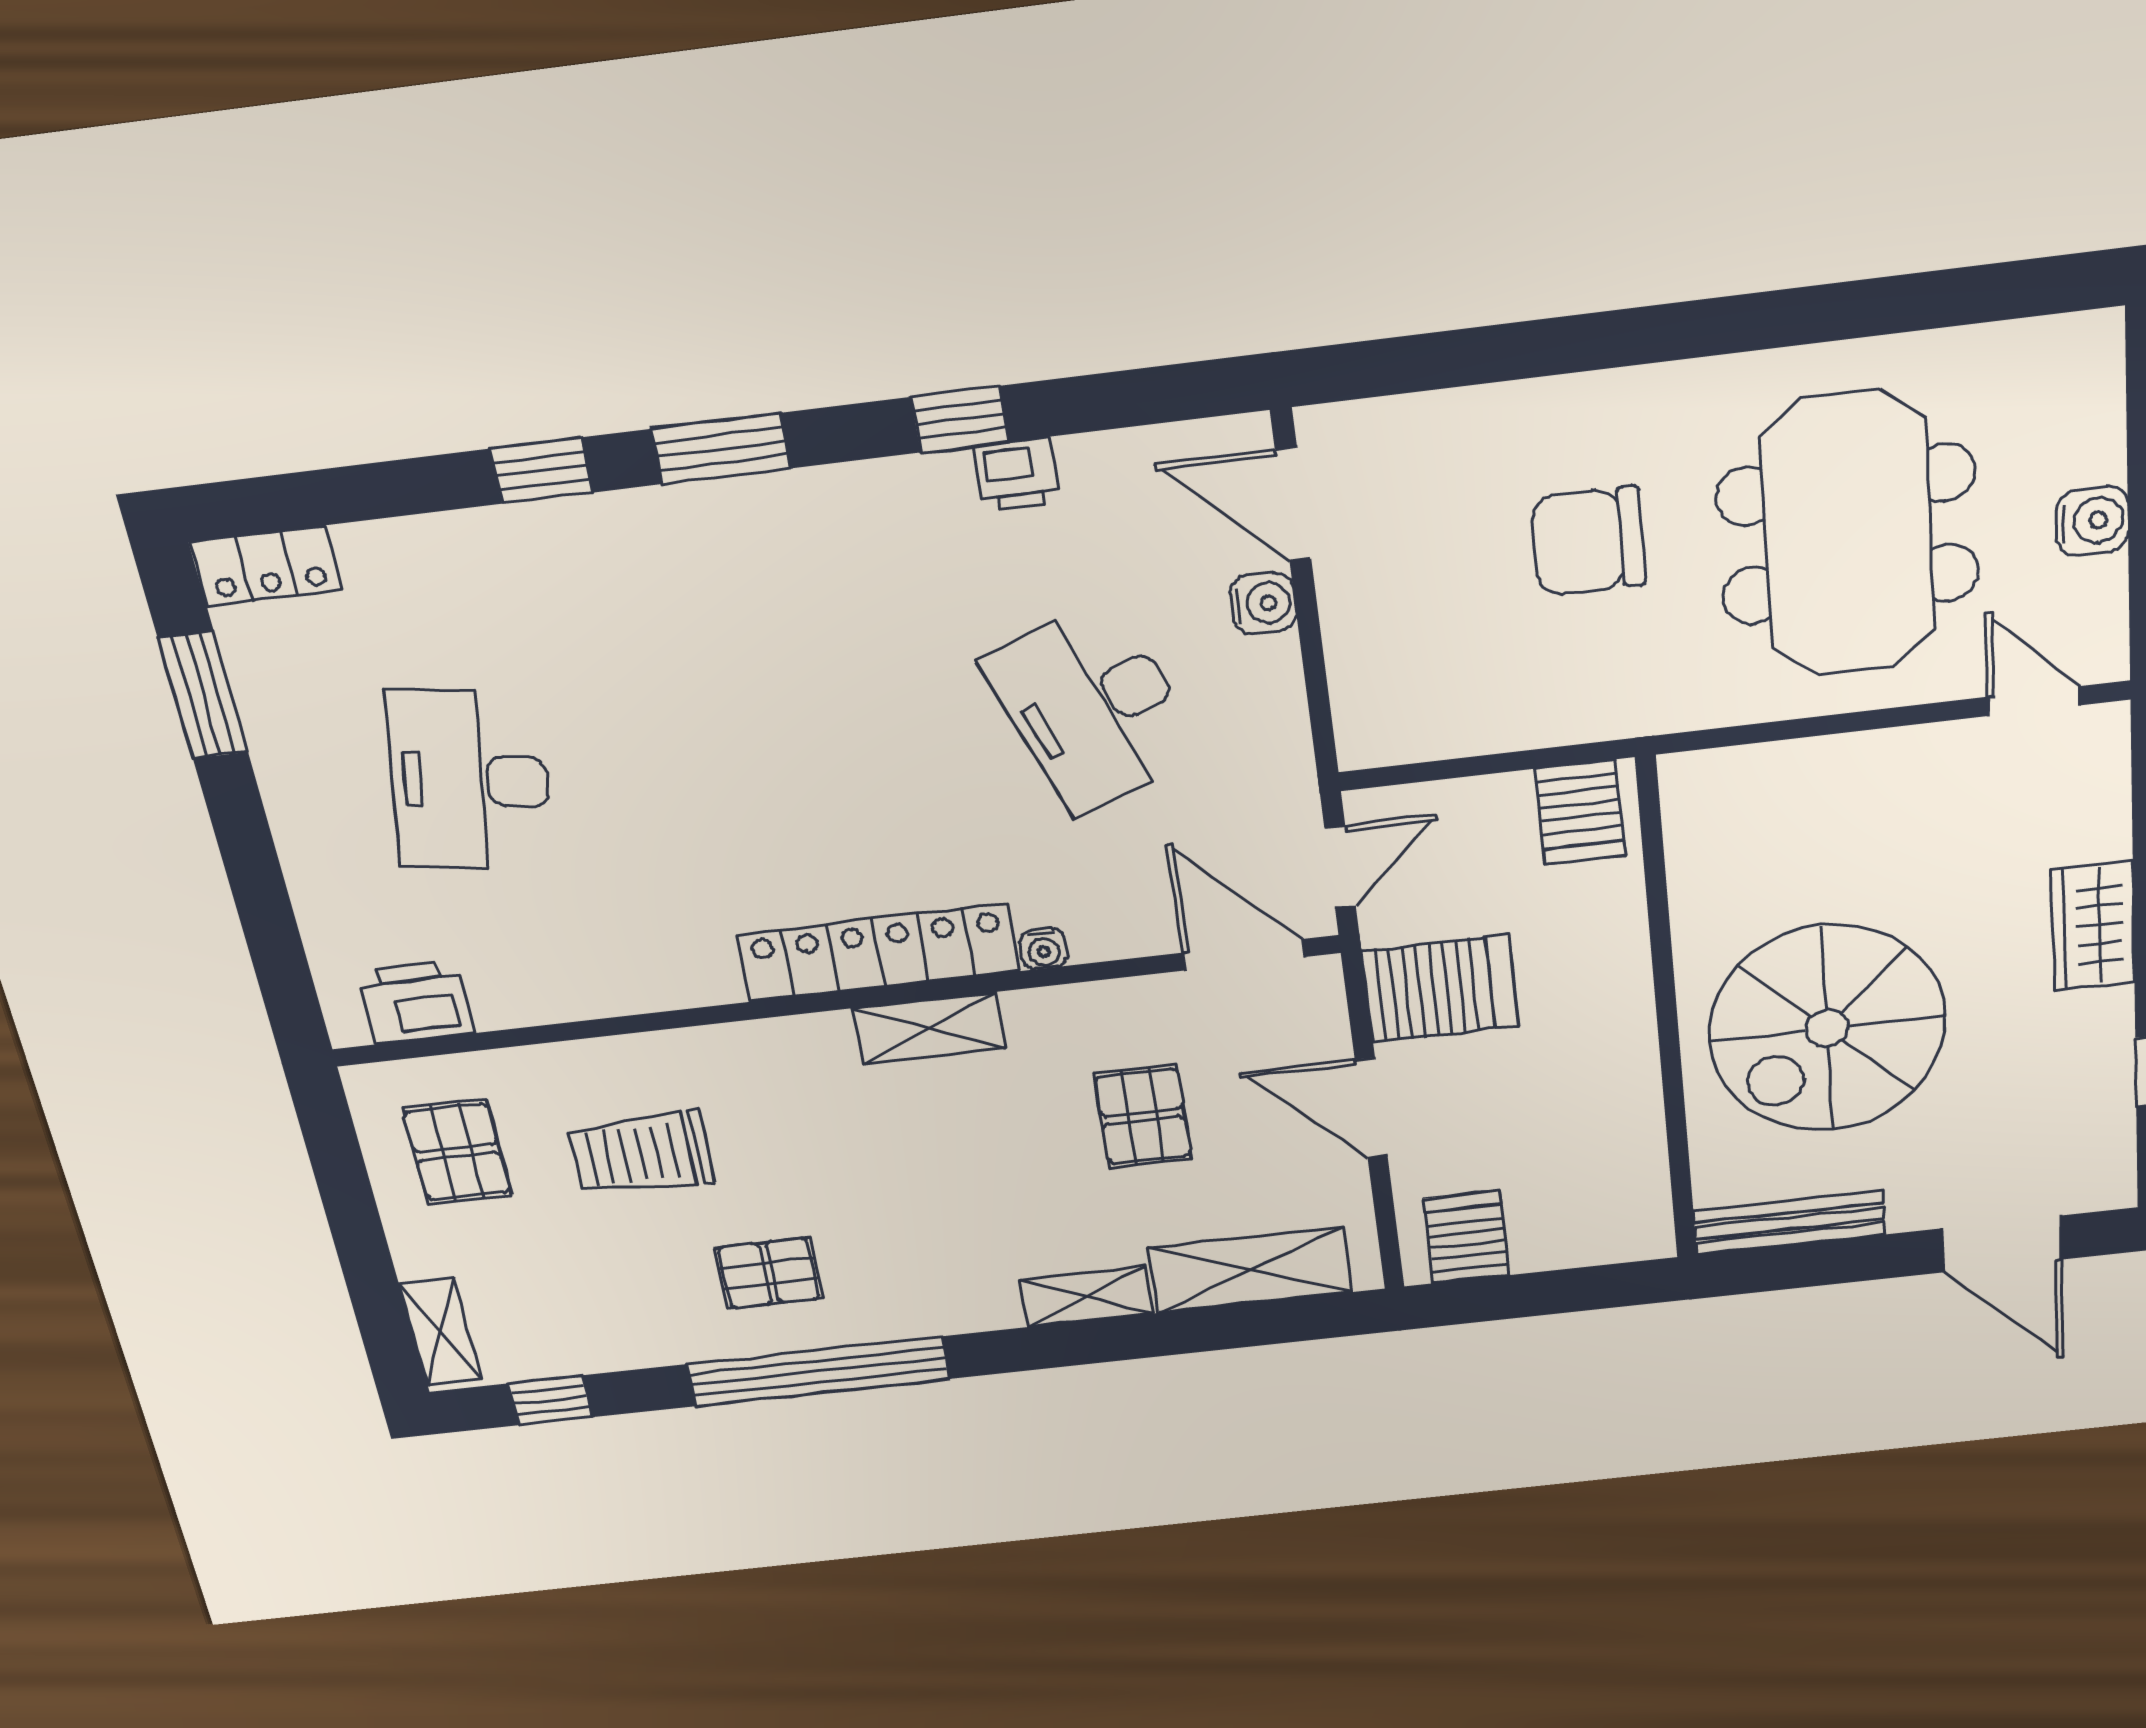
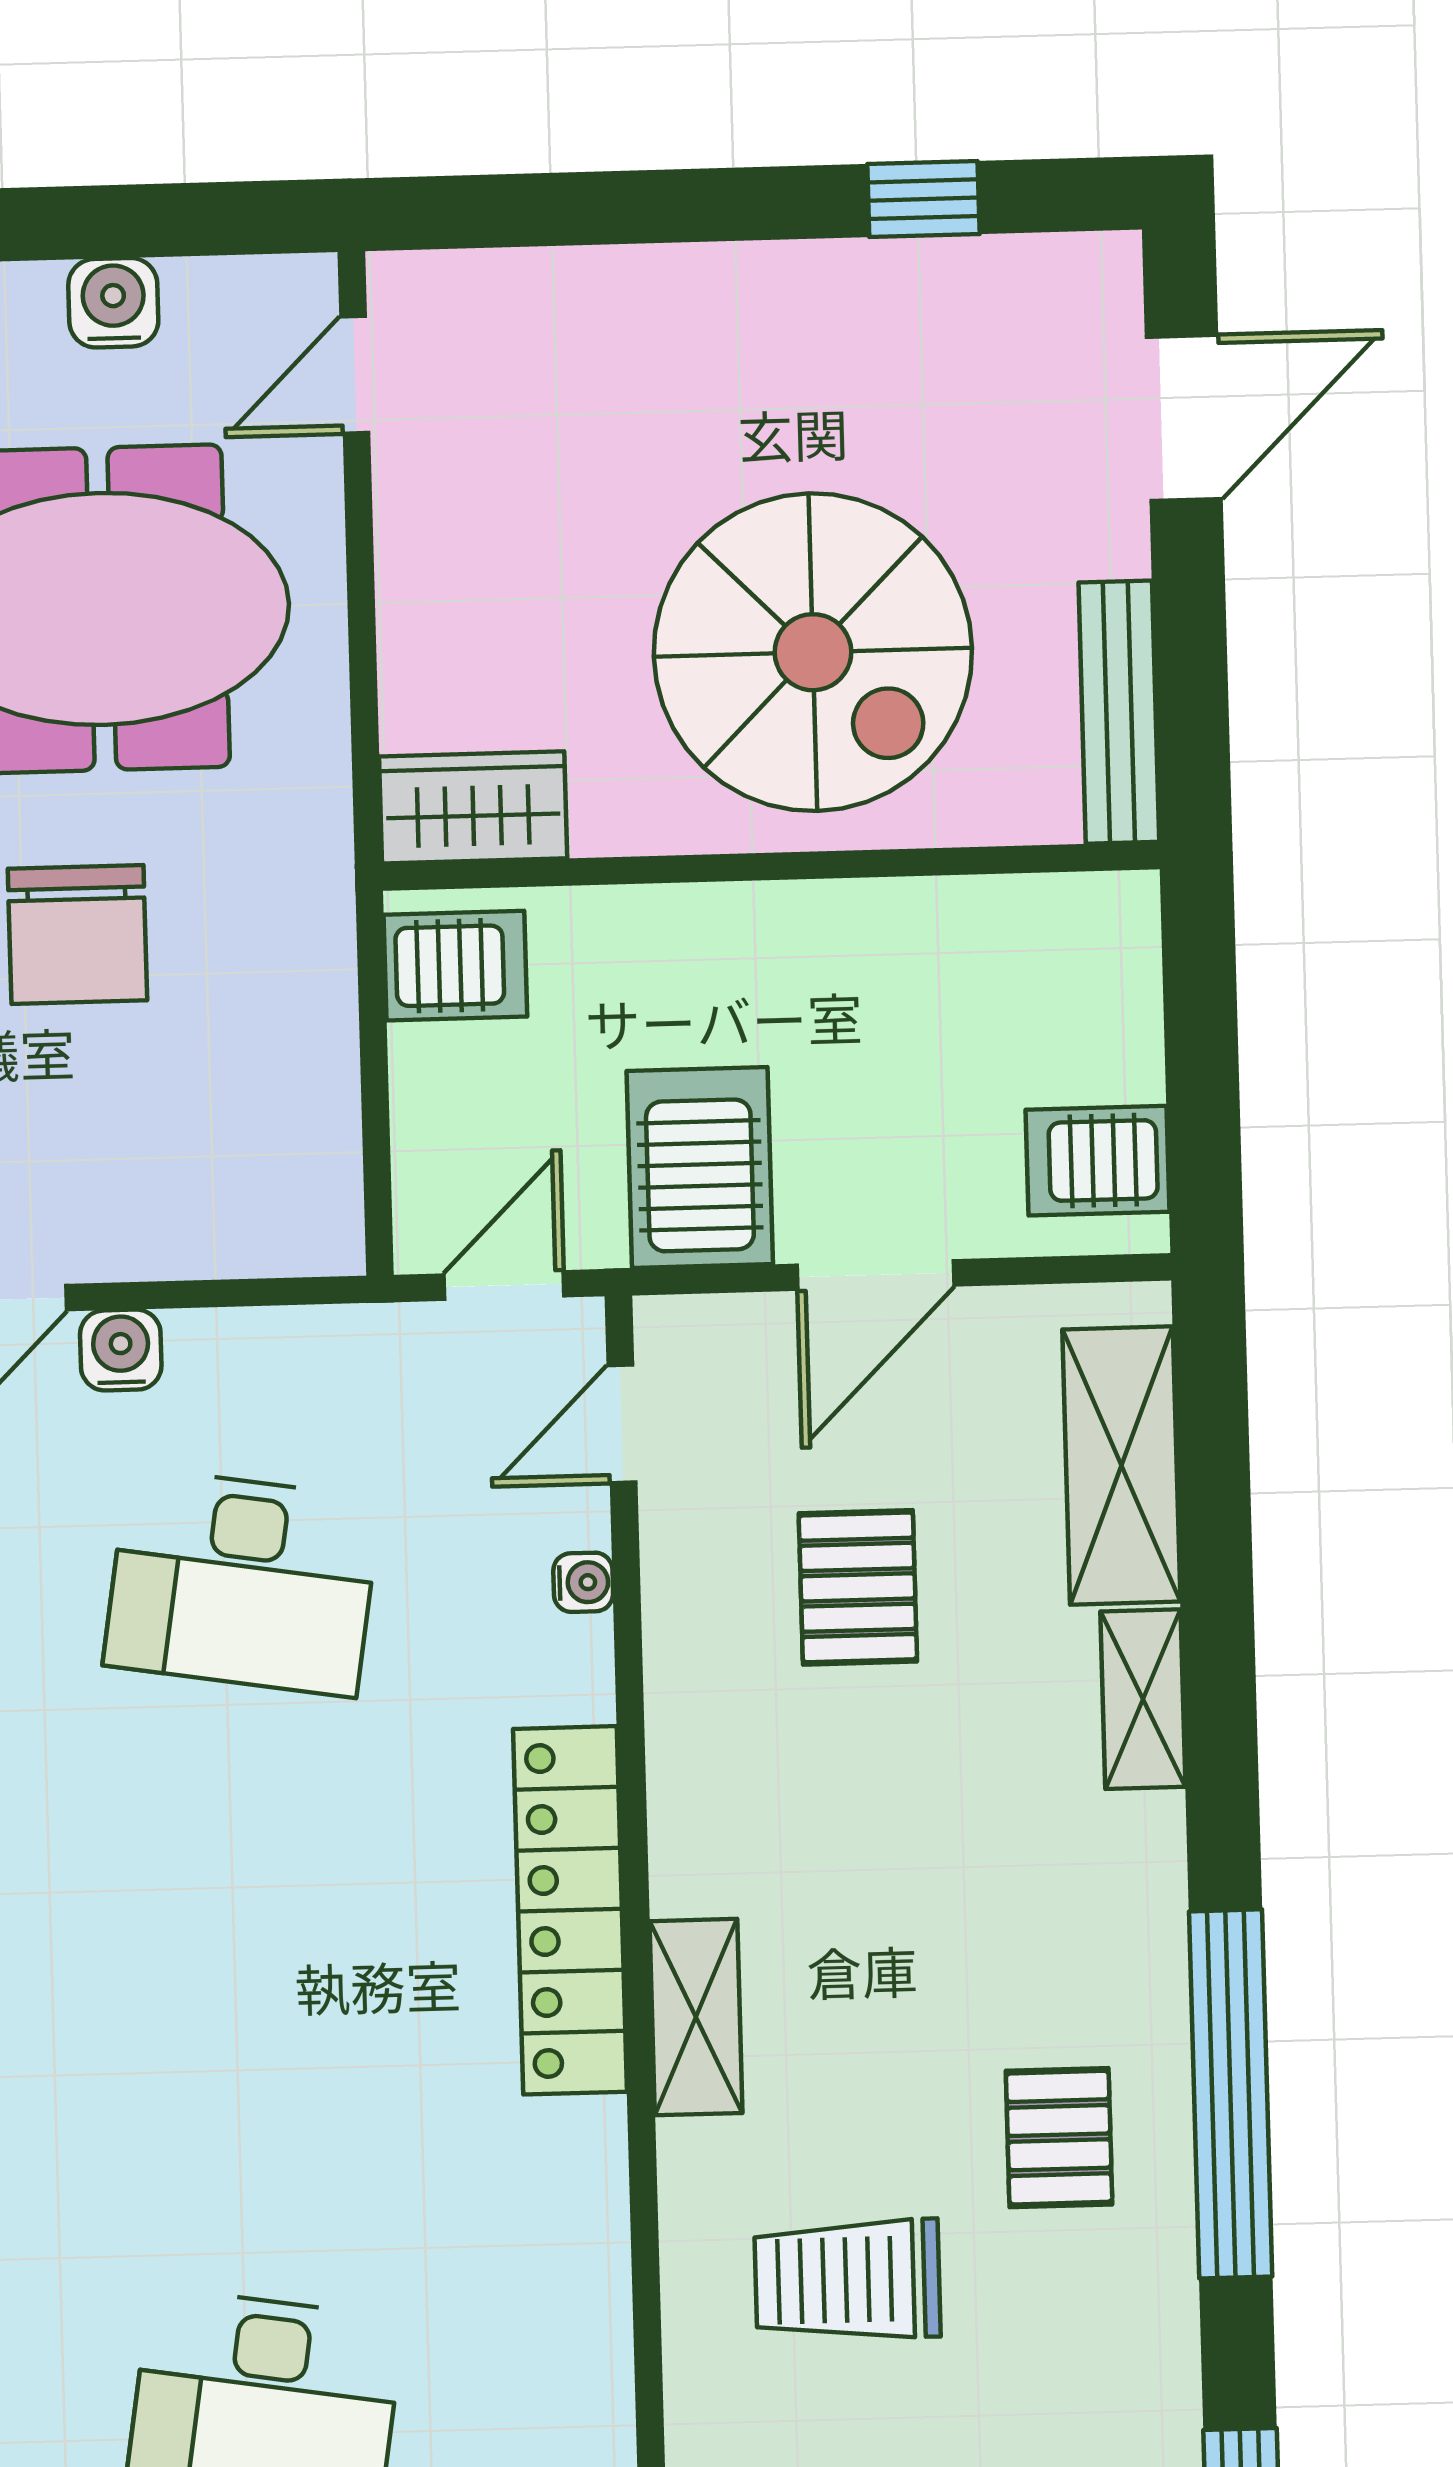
desk: (1093, 707) -> (242, 1582), turned 30
door: (1340, 867) -> (504, 1285), hinge flipped
wardrobe: (2093, 926) -> (473, 807), moved, turned 180
water cooler: (1044, 949) -> (583, 1582), moved
door: (1244, 955) -> (622, 1424), width x0.73
shelving: (929, 1028) -> (696, 2017), moved
pallet: (1143, 1116) -> (858, 1587), turned 90
trolley: (642, 1153) -> (847, 2280), turned 90

